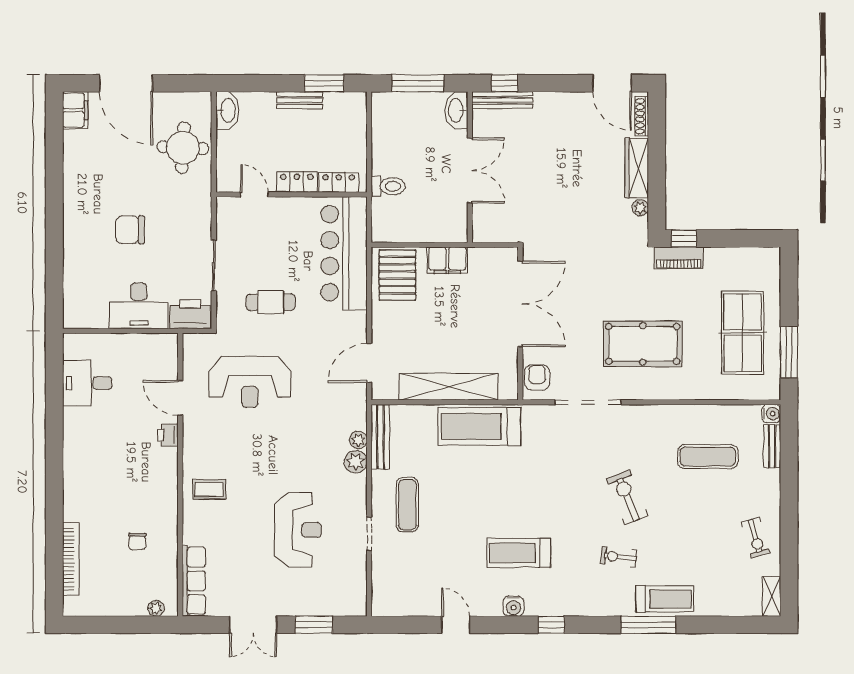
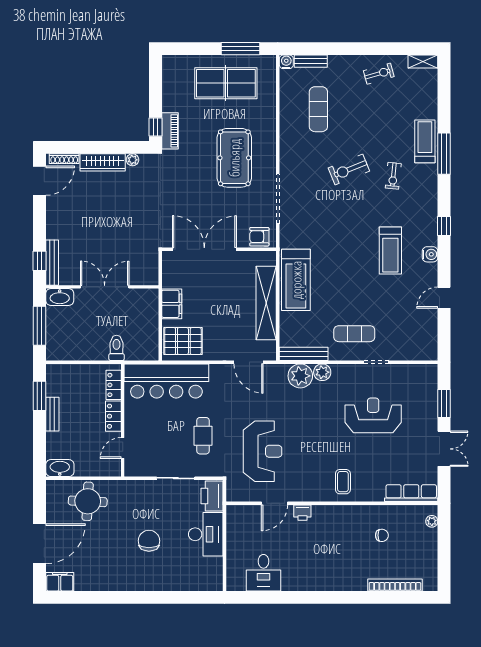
chair: (130, 230) -> (149, 541), turned 180
plant: (358, 440) -> (300, 376), width x1.88, depth x1.88

